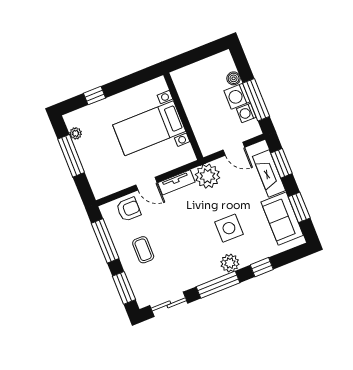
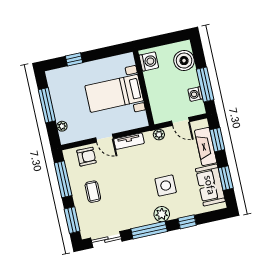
boiler: (234, 78) -> (184, 61), width x1.86, depth x1.86
washing machine: (237, 96) -> (149, 61), moved, turned 180
plant: (76, 133) -> (62, 126), moved
plant: (208, 176) -> (159, 135), width x0.53, depth x0.53

